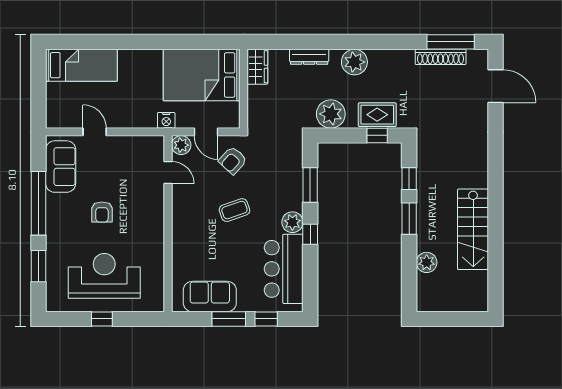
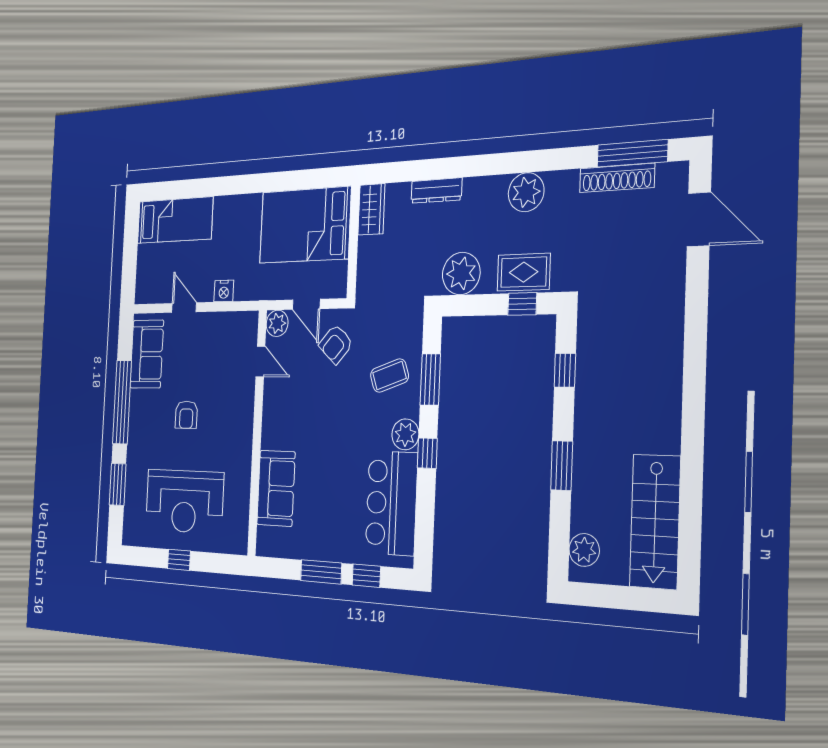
plant: (354, 62) -> (526, 192), moved
nightstand: (166, 120) -> (224, 291), moved
coffee table: (234, 210) -> (389, 376), moved
window: (409, 219) -> (562, 466), moved
stairs: (473, 229) -> (655, 522), moved
plant: (427, 262) -> (584, 550), moved
reception desk: (104, 276) -> (184, 501), turned 180
sofa: (210, 296) -> (276, 488), moved, turned 90

